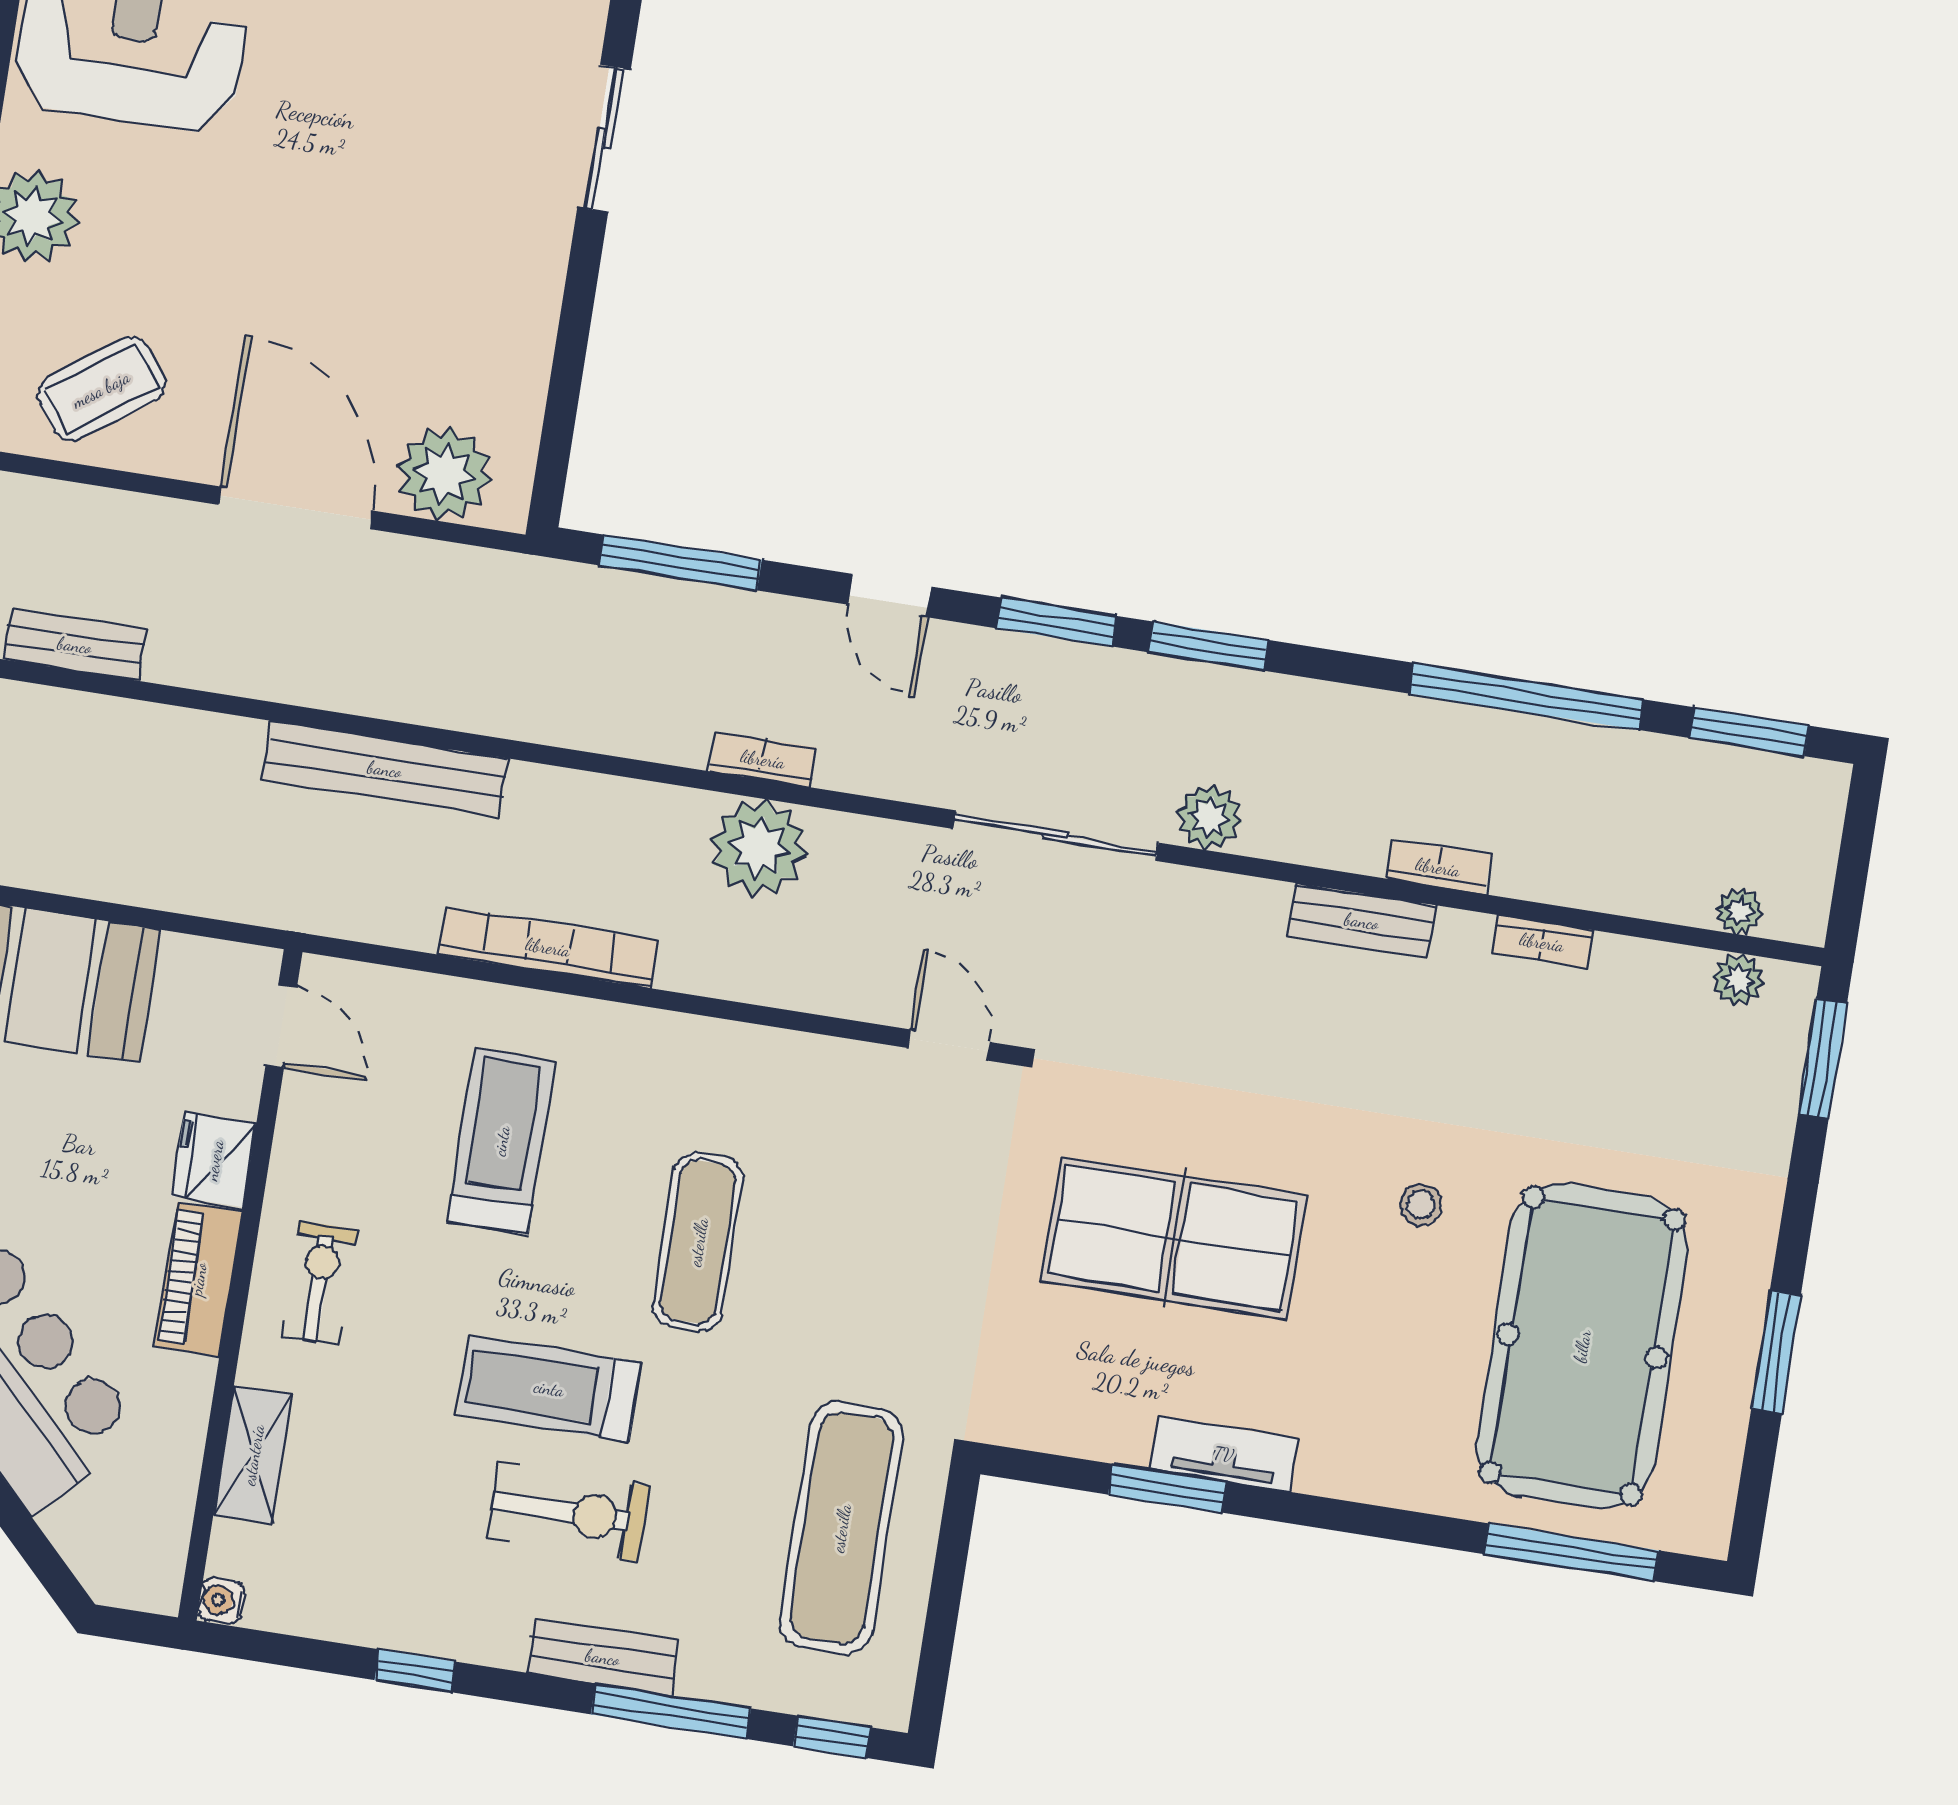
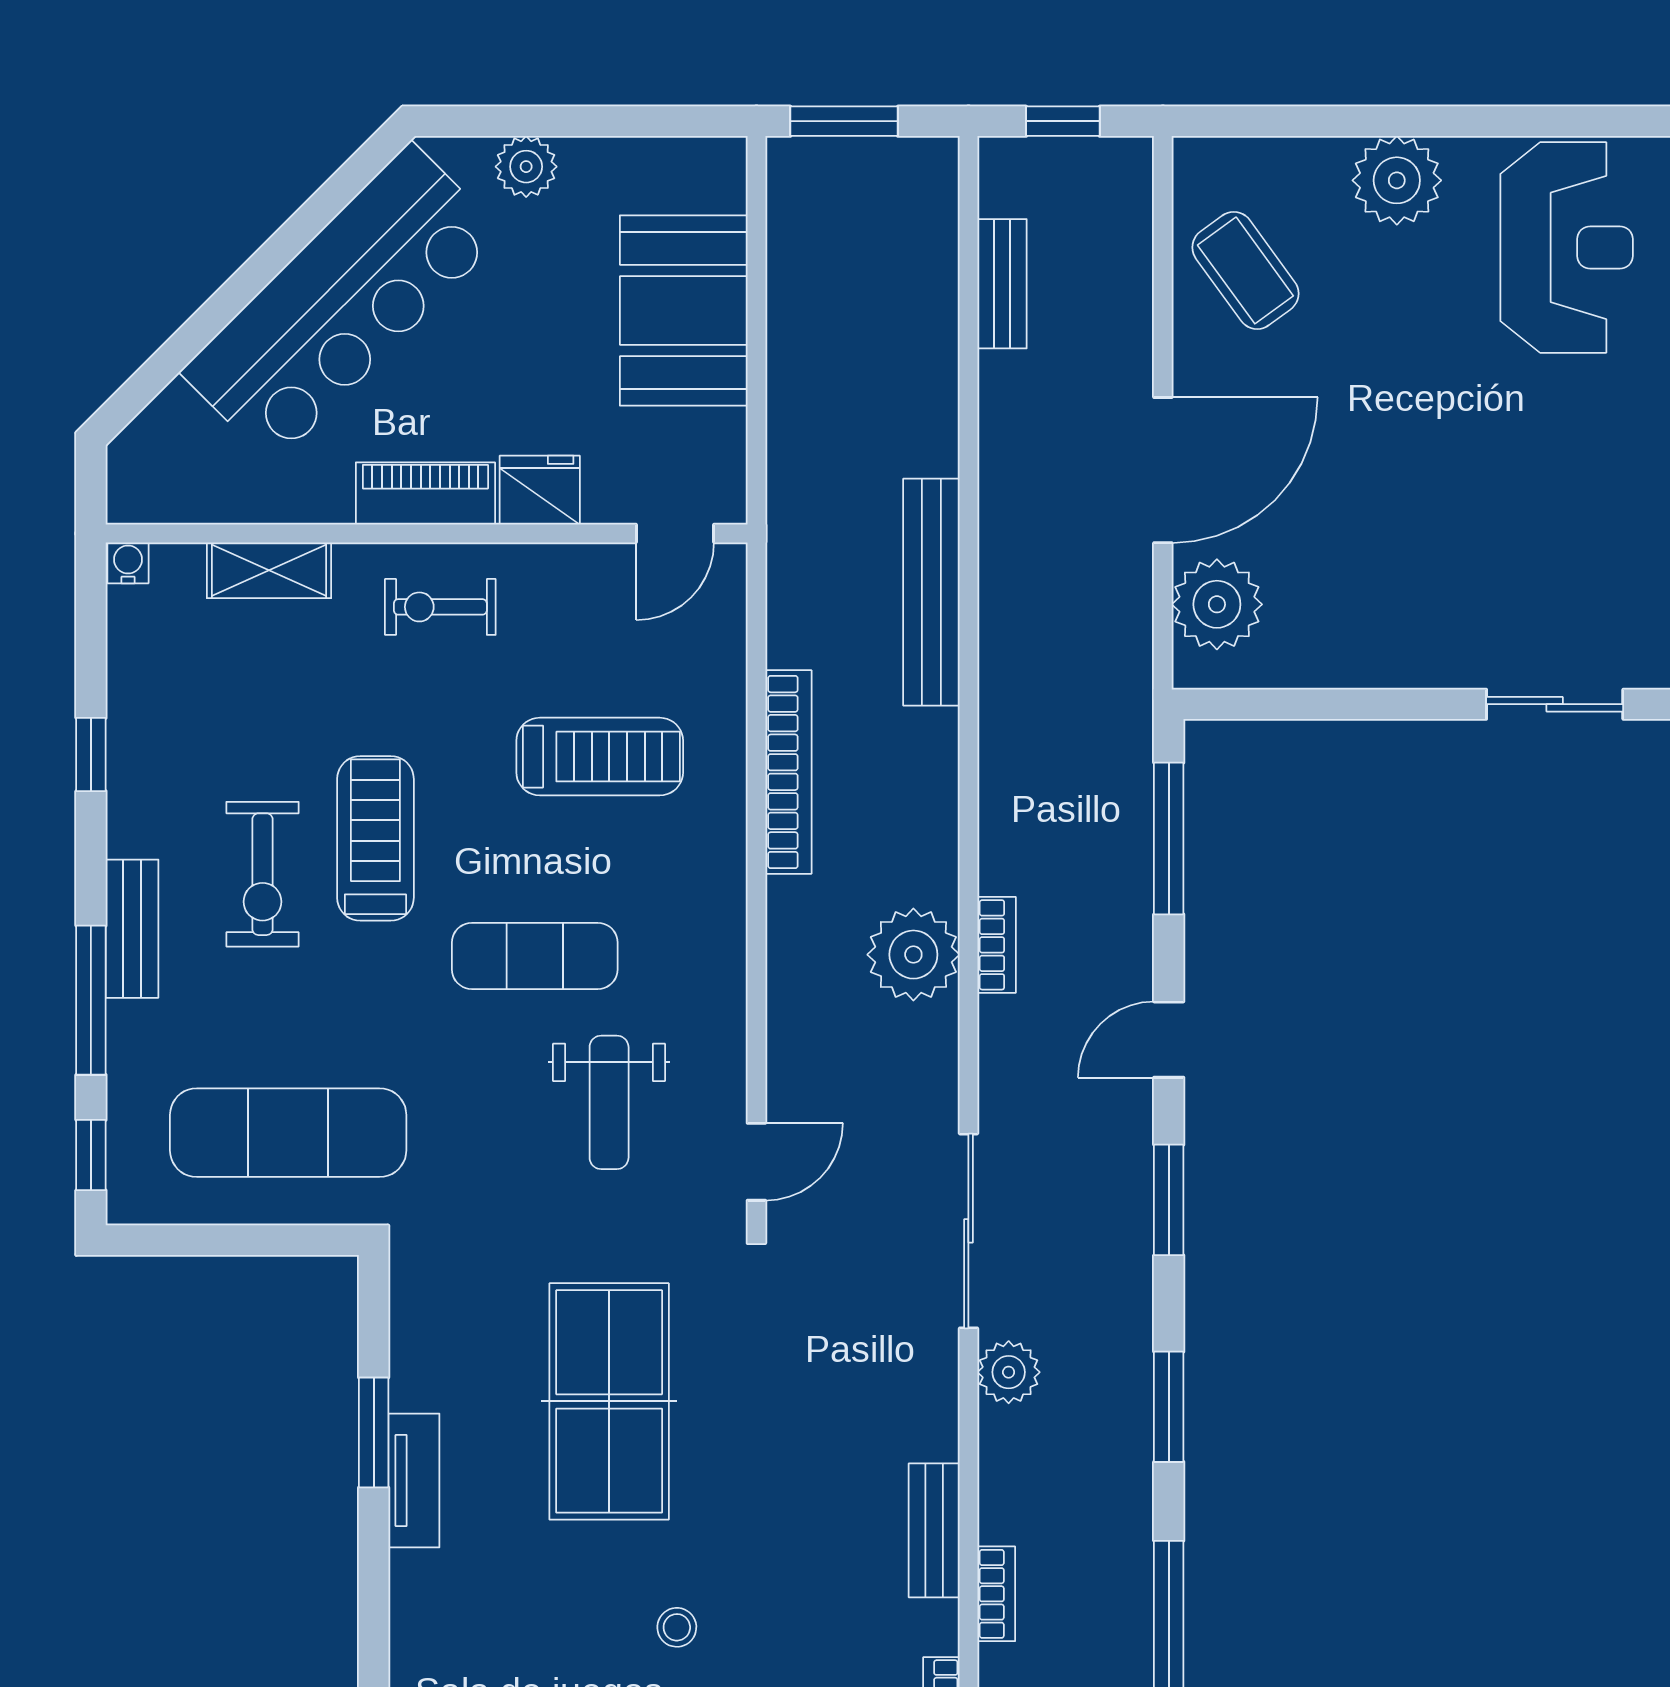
window: (1208, 646) -> (1169, 1407), moved
weight bench: (863, 1189) -> (609, 1102), added
exercise bike: (319, 1283) -> (440, 607), turned 180

